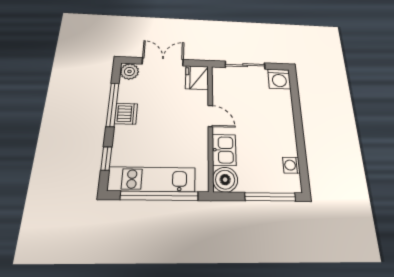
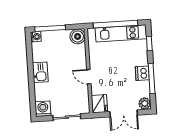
kitchen sink: (224, 150) -> (40, 72), moved, turned 180
washing machine: (291, 165) -> (36, 37), moved

